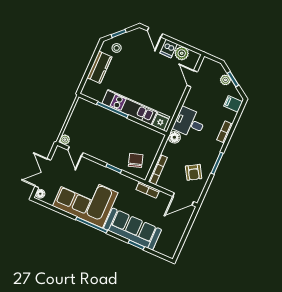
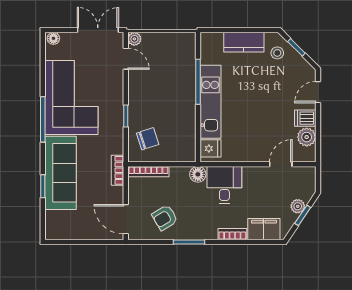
filing cabinet: (233, 104) -> (264, 229), width x2.00
door: (75, 151) -> (126, 59), swing flipped
double door: (43, 173) -> (98, 30), moved

